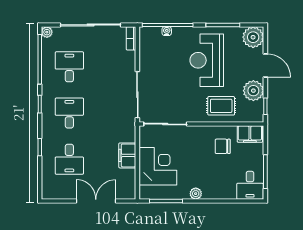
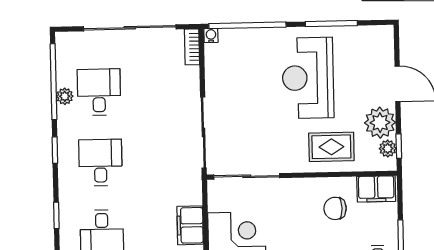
water cooler: (167, 31) -> (211, 36), moved
plant: (47, 32) -> (65, 96), moved
plant: (253, 37) -> (388, 148), moved, width x0.53, depth x0.53

